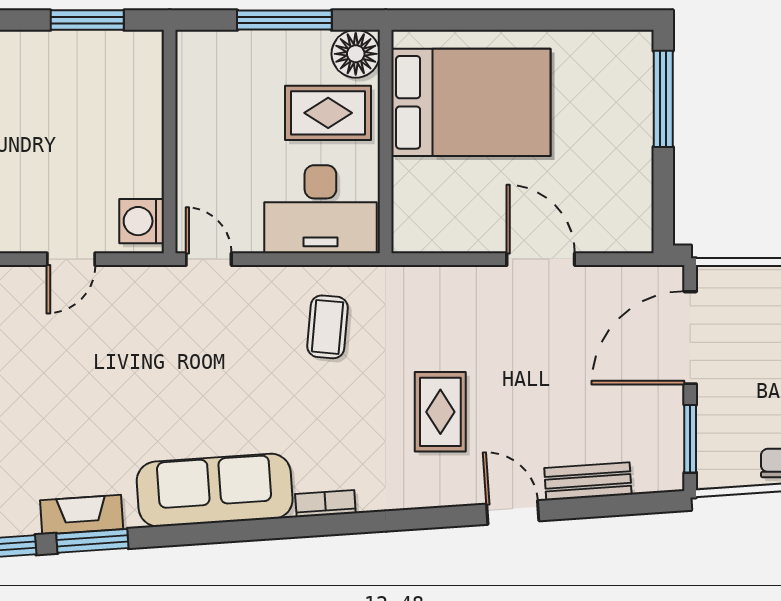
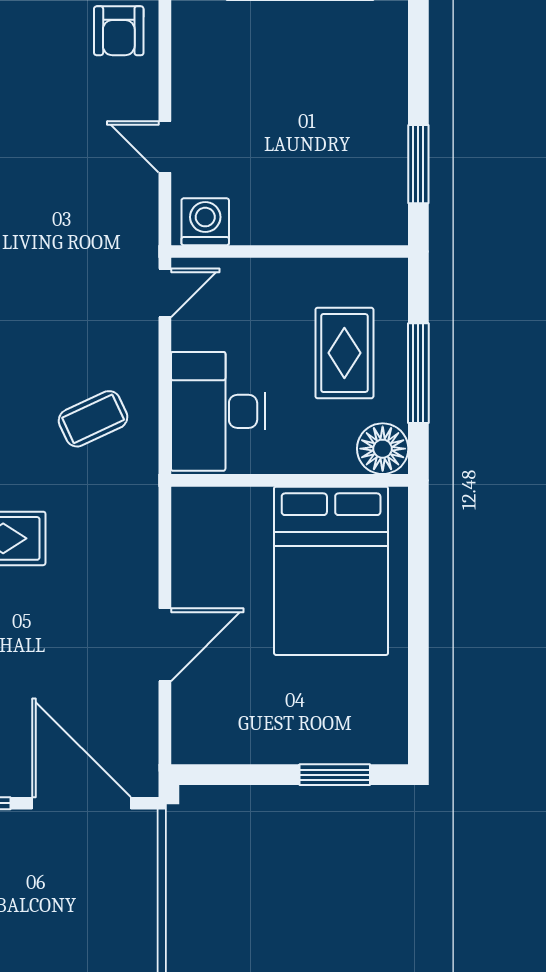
window: (663, 99) -> (335, 775), width x0.69
rug: (328, 113) -> (344, 353), moved
coffee table: (327, 327) -> (93, 419), turned -30

